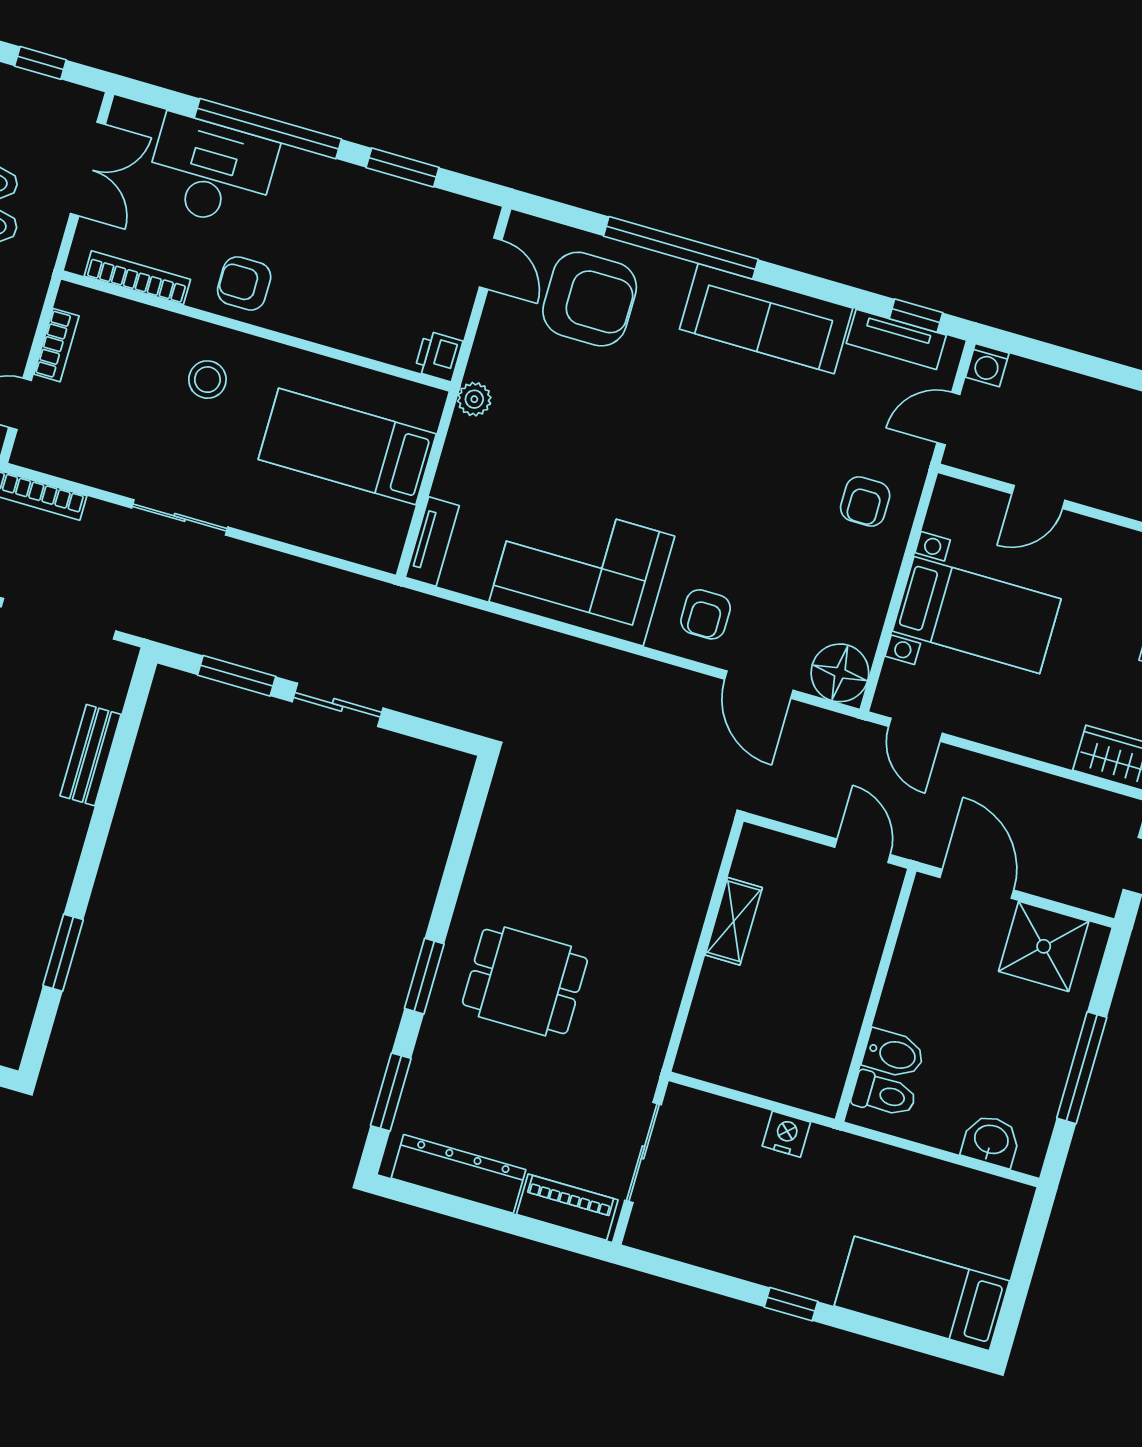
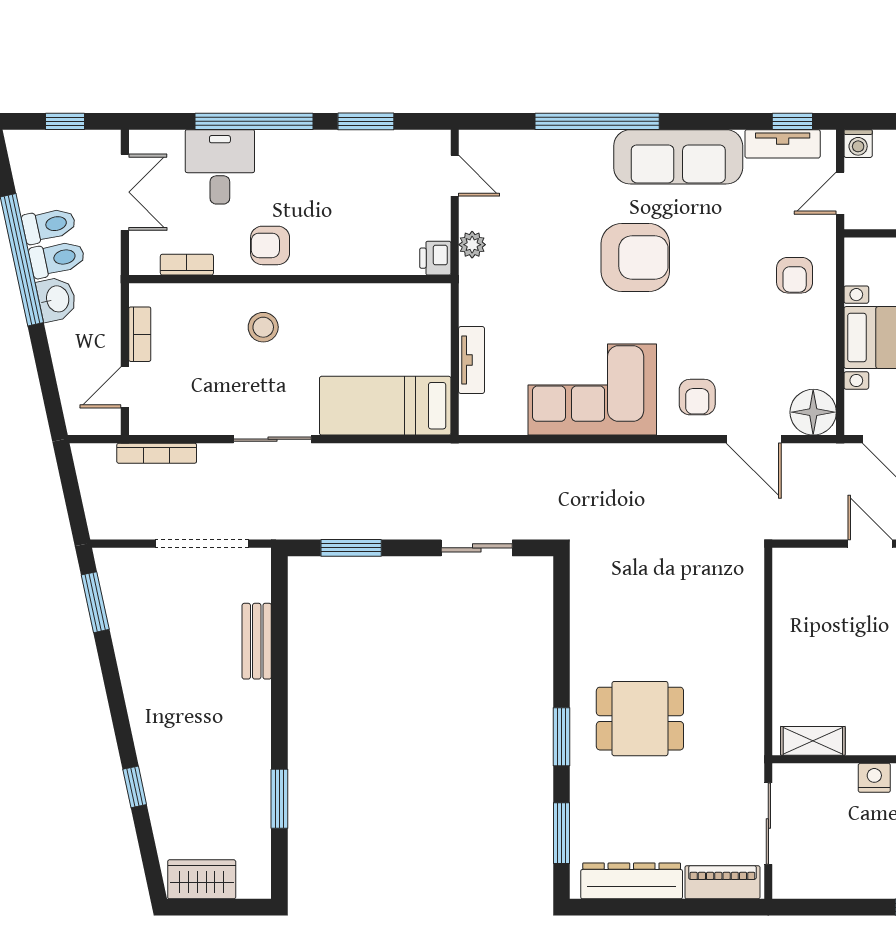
desk: (211, 171) -> (220, 167), width x0.73
bookcase: (137, 278) -> (187, 265), width x0.64
armchair: (590, 299) -> (635, 257), moved
plant: (474, 399) -> (472, 245), moved
bed: (347, 447) -> (385, 406), moved
tv unit: (432, 541) -> (472, 360), moved
sliding door: (338, 705) -> (477, 548), moved
shelving: (734, 921) -> (813, 741), moved, turned 90

